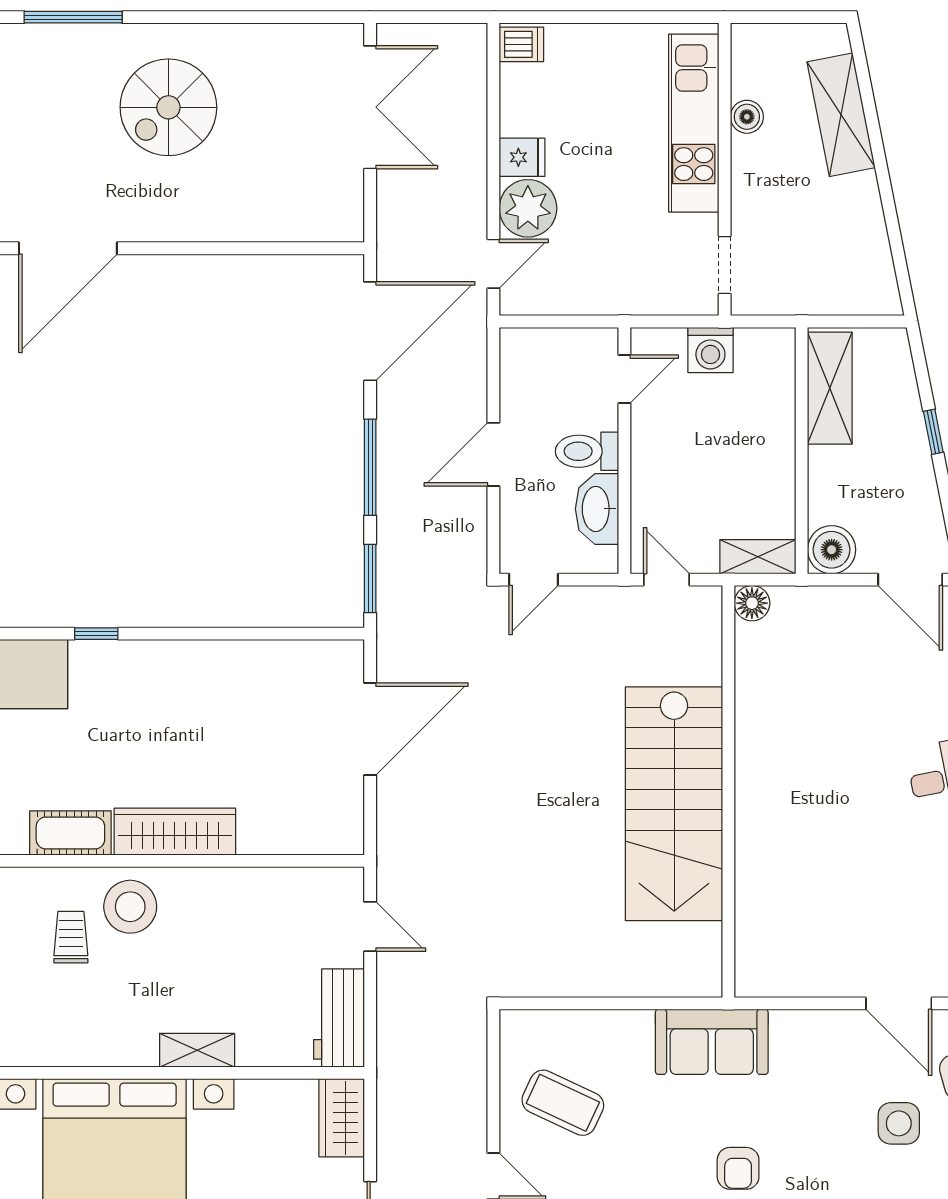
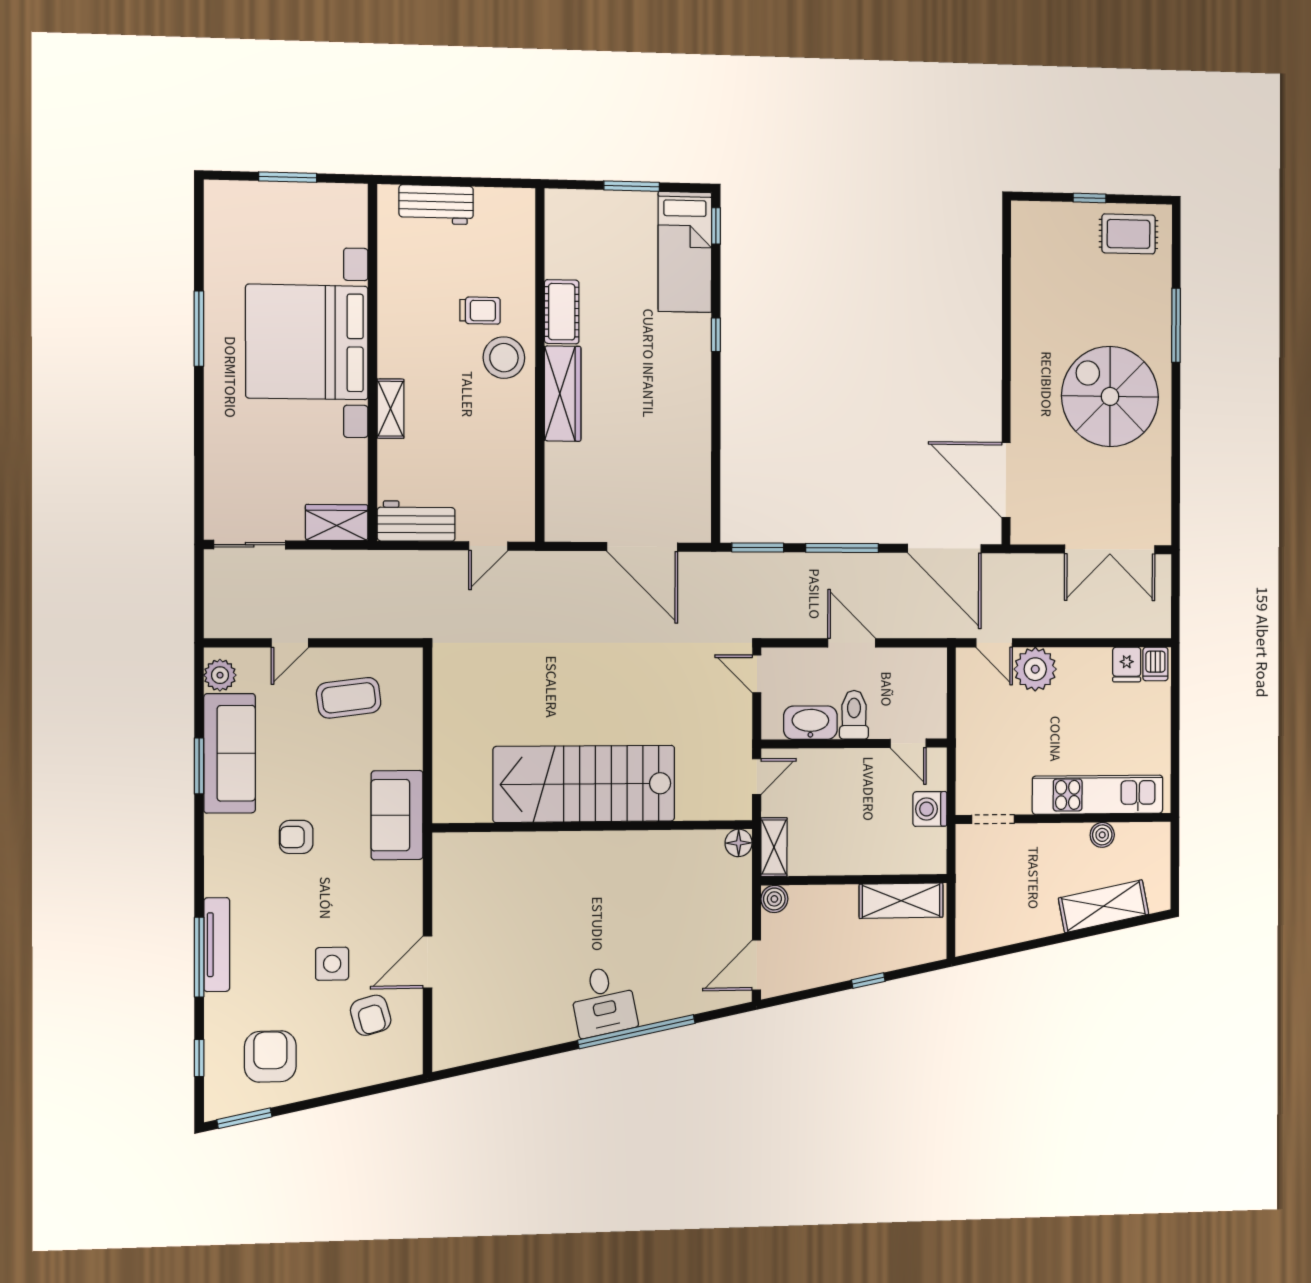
spiral stairs: (168, 107) -> (1110, 396), width x1.37, depth x1.37
fridge: (522, 157) -> (1127, 665), moved
door: (68, 248) -> (1006, 480), moved
boiler: (832, 550) -> (774, 899), width x0.73, depth x0.73
coffee table: (563, 1103) -> (349, 698), turned 58

